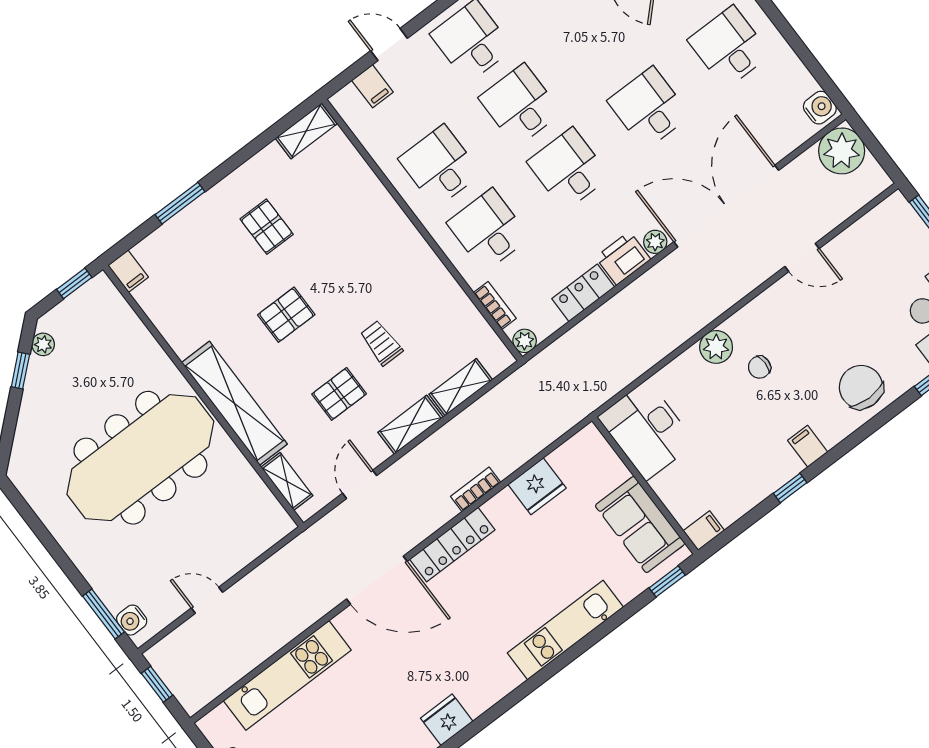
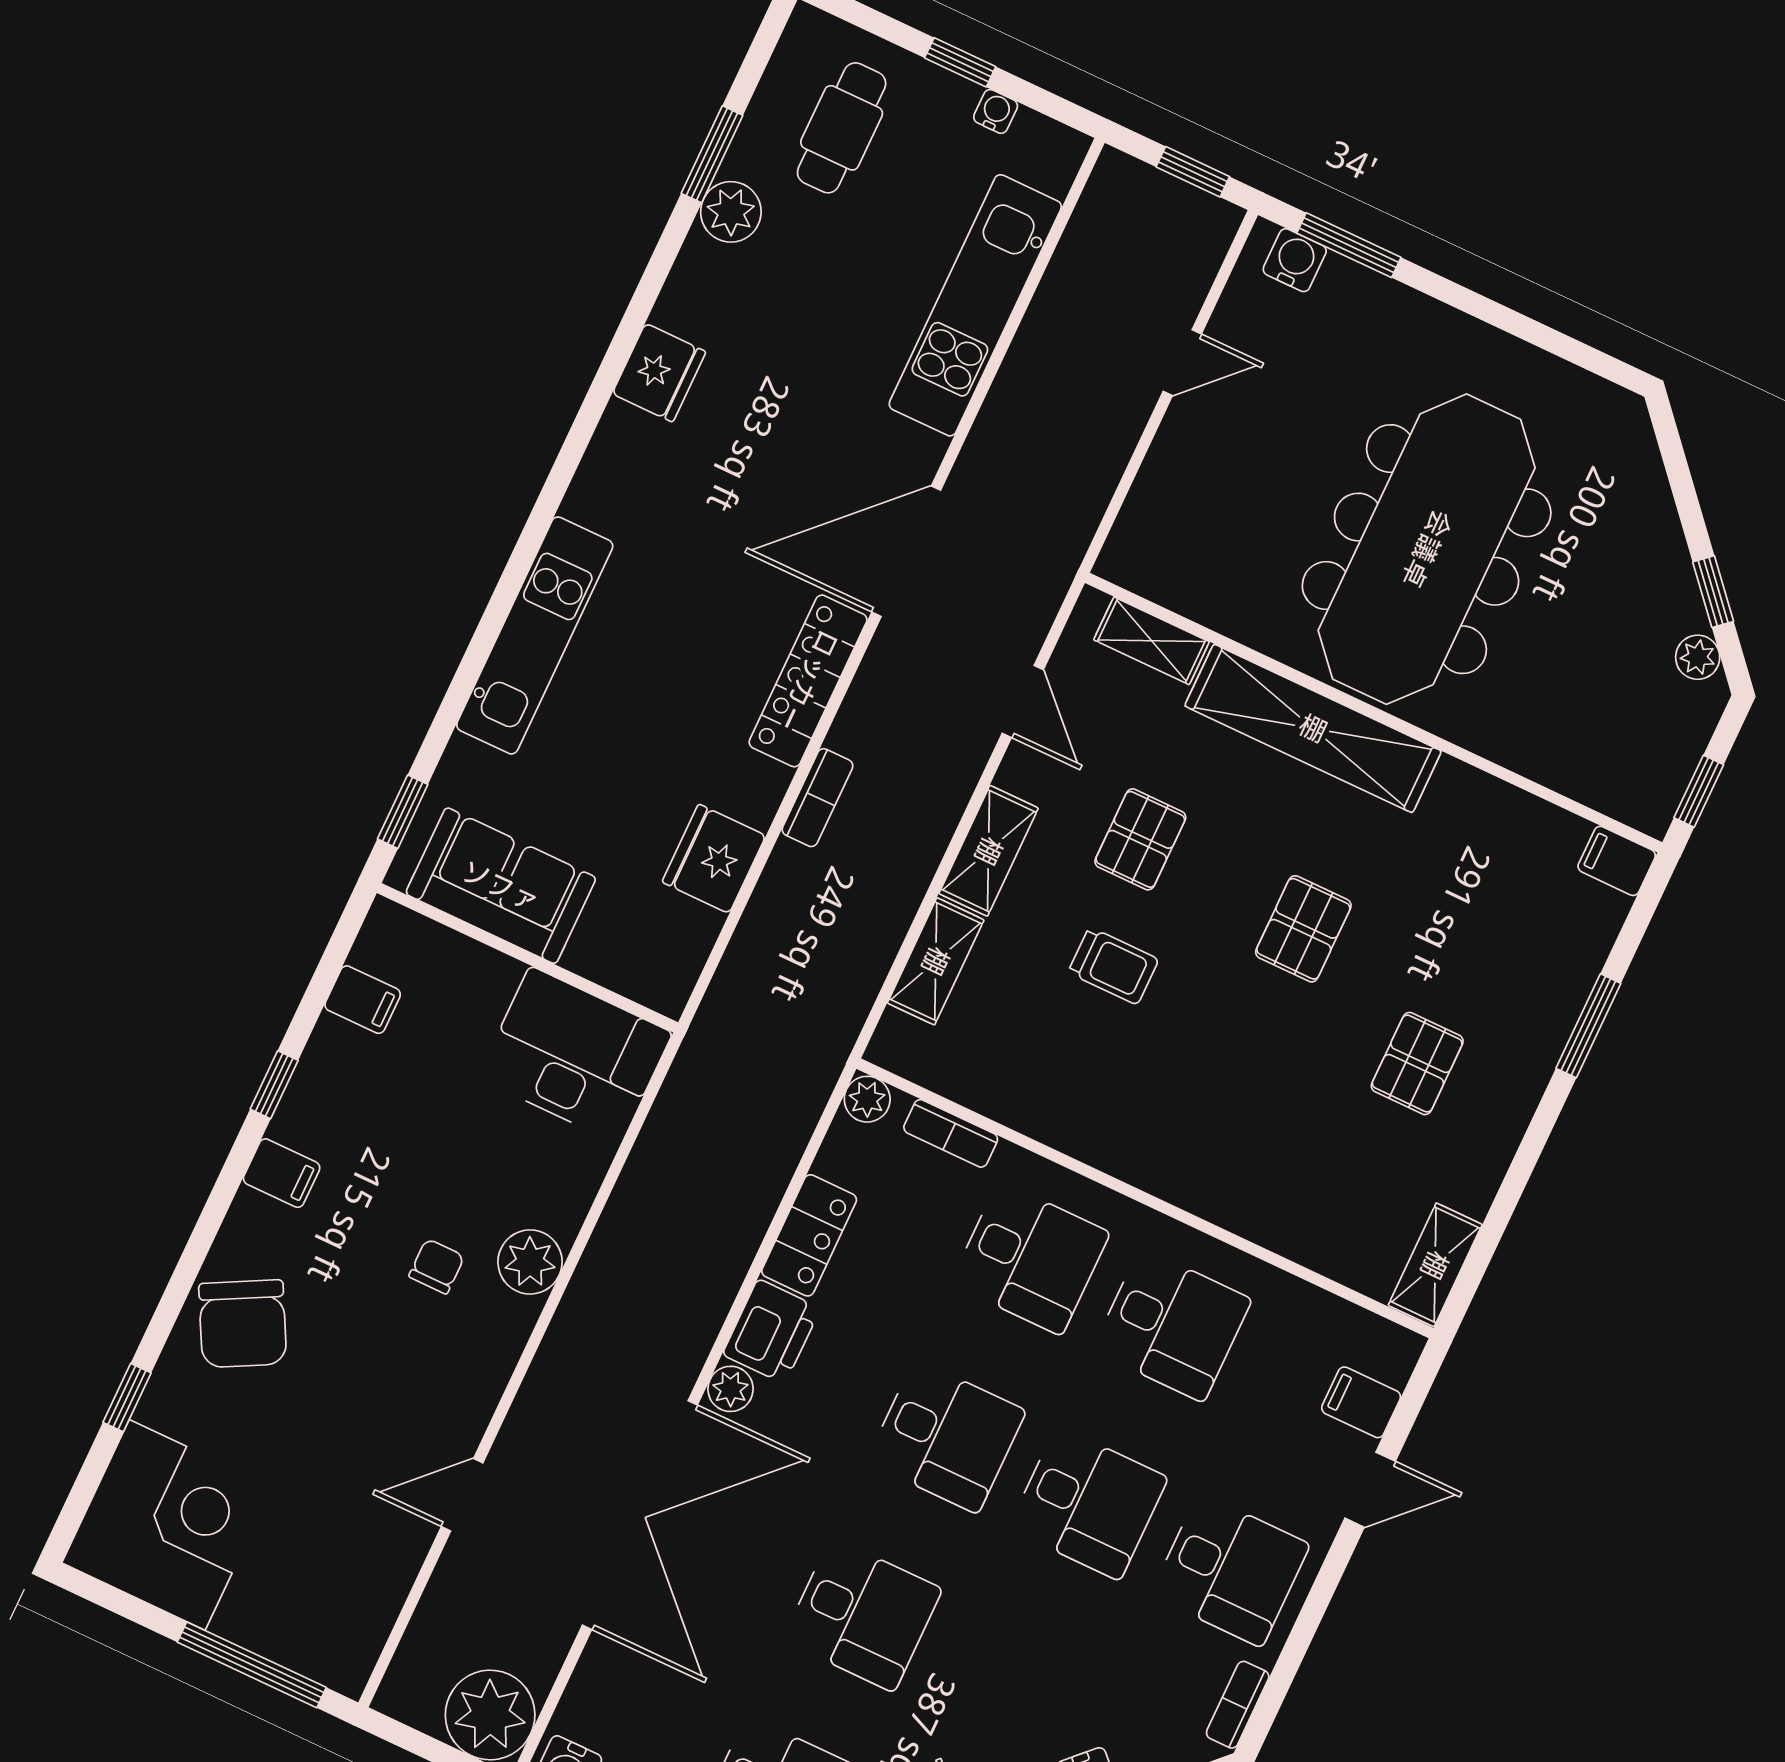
pallet: (267, 227) -> (1417, 1064), turned 90
chair: (861, 387) -> (243, 1324), turned 62
filing cabinet: (704, 531) -> (363, 1000), moved, turned -90

